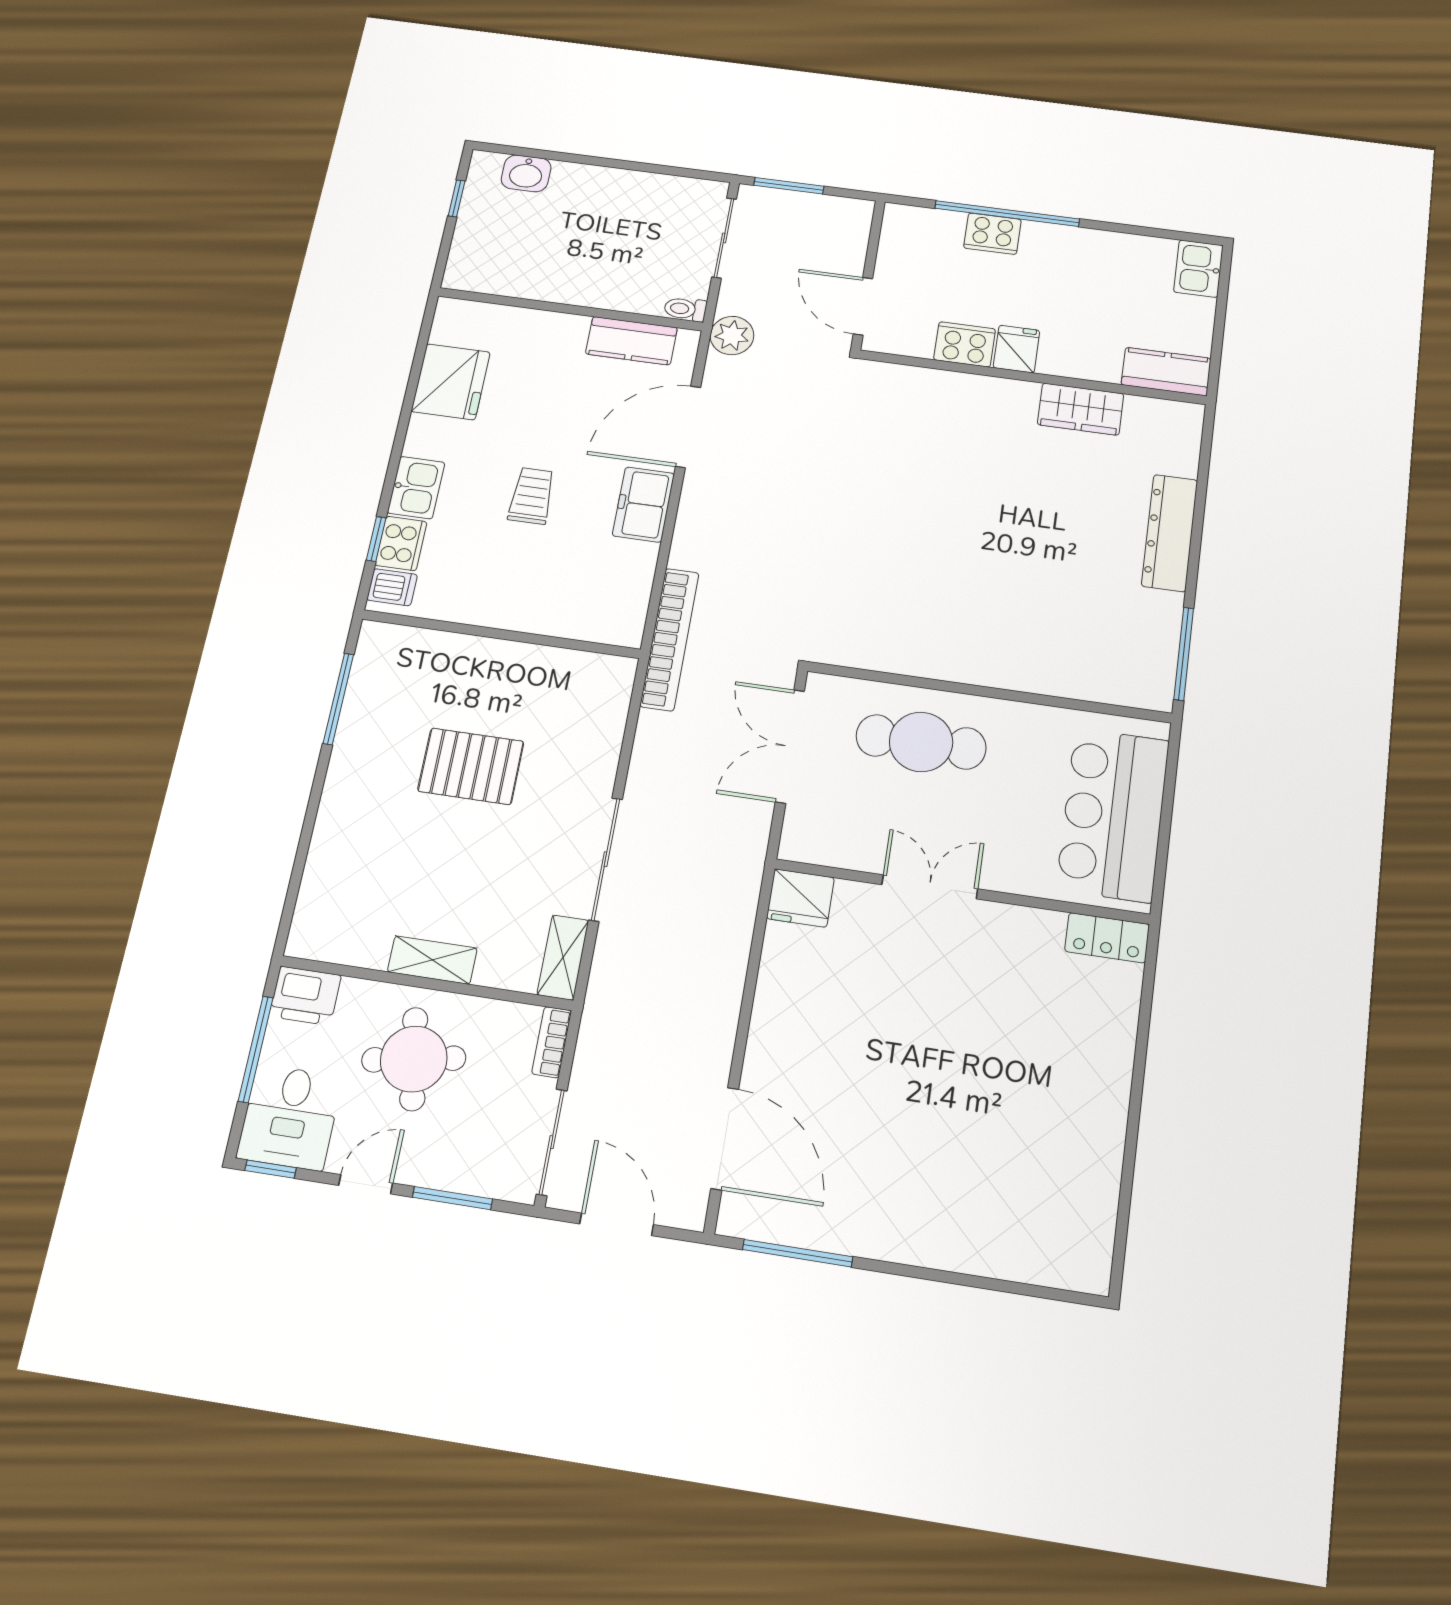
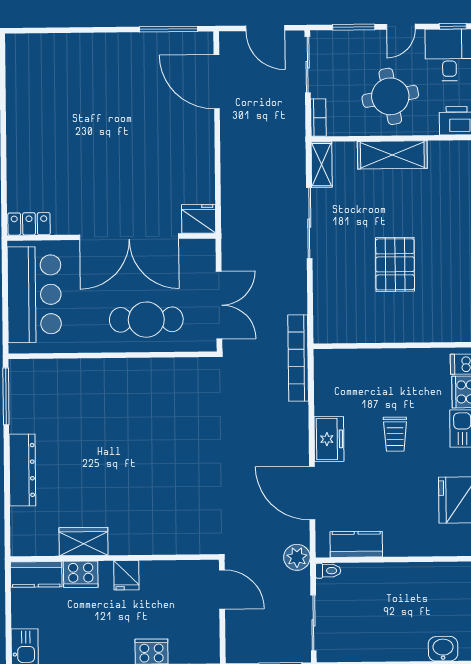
cooker: (965, 344) -> (81, 574), moved
door: (688, 427) -> (312, 493), swing flipped
pallet: (471, 766) -> (395, 264), turned 90
double door: (930, 887) -> (129, 237), width x1.87
shelving: (432, 960) -> (392, 155), width x1.50, depth x1.33

